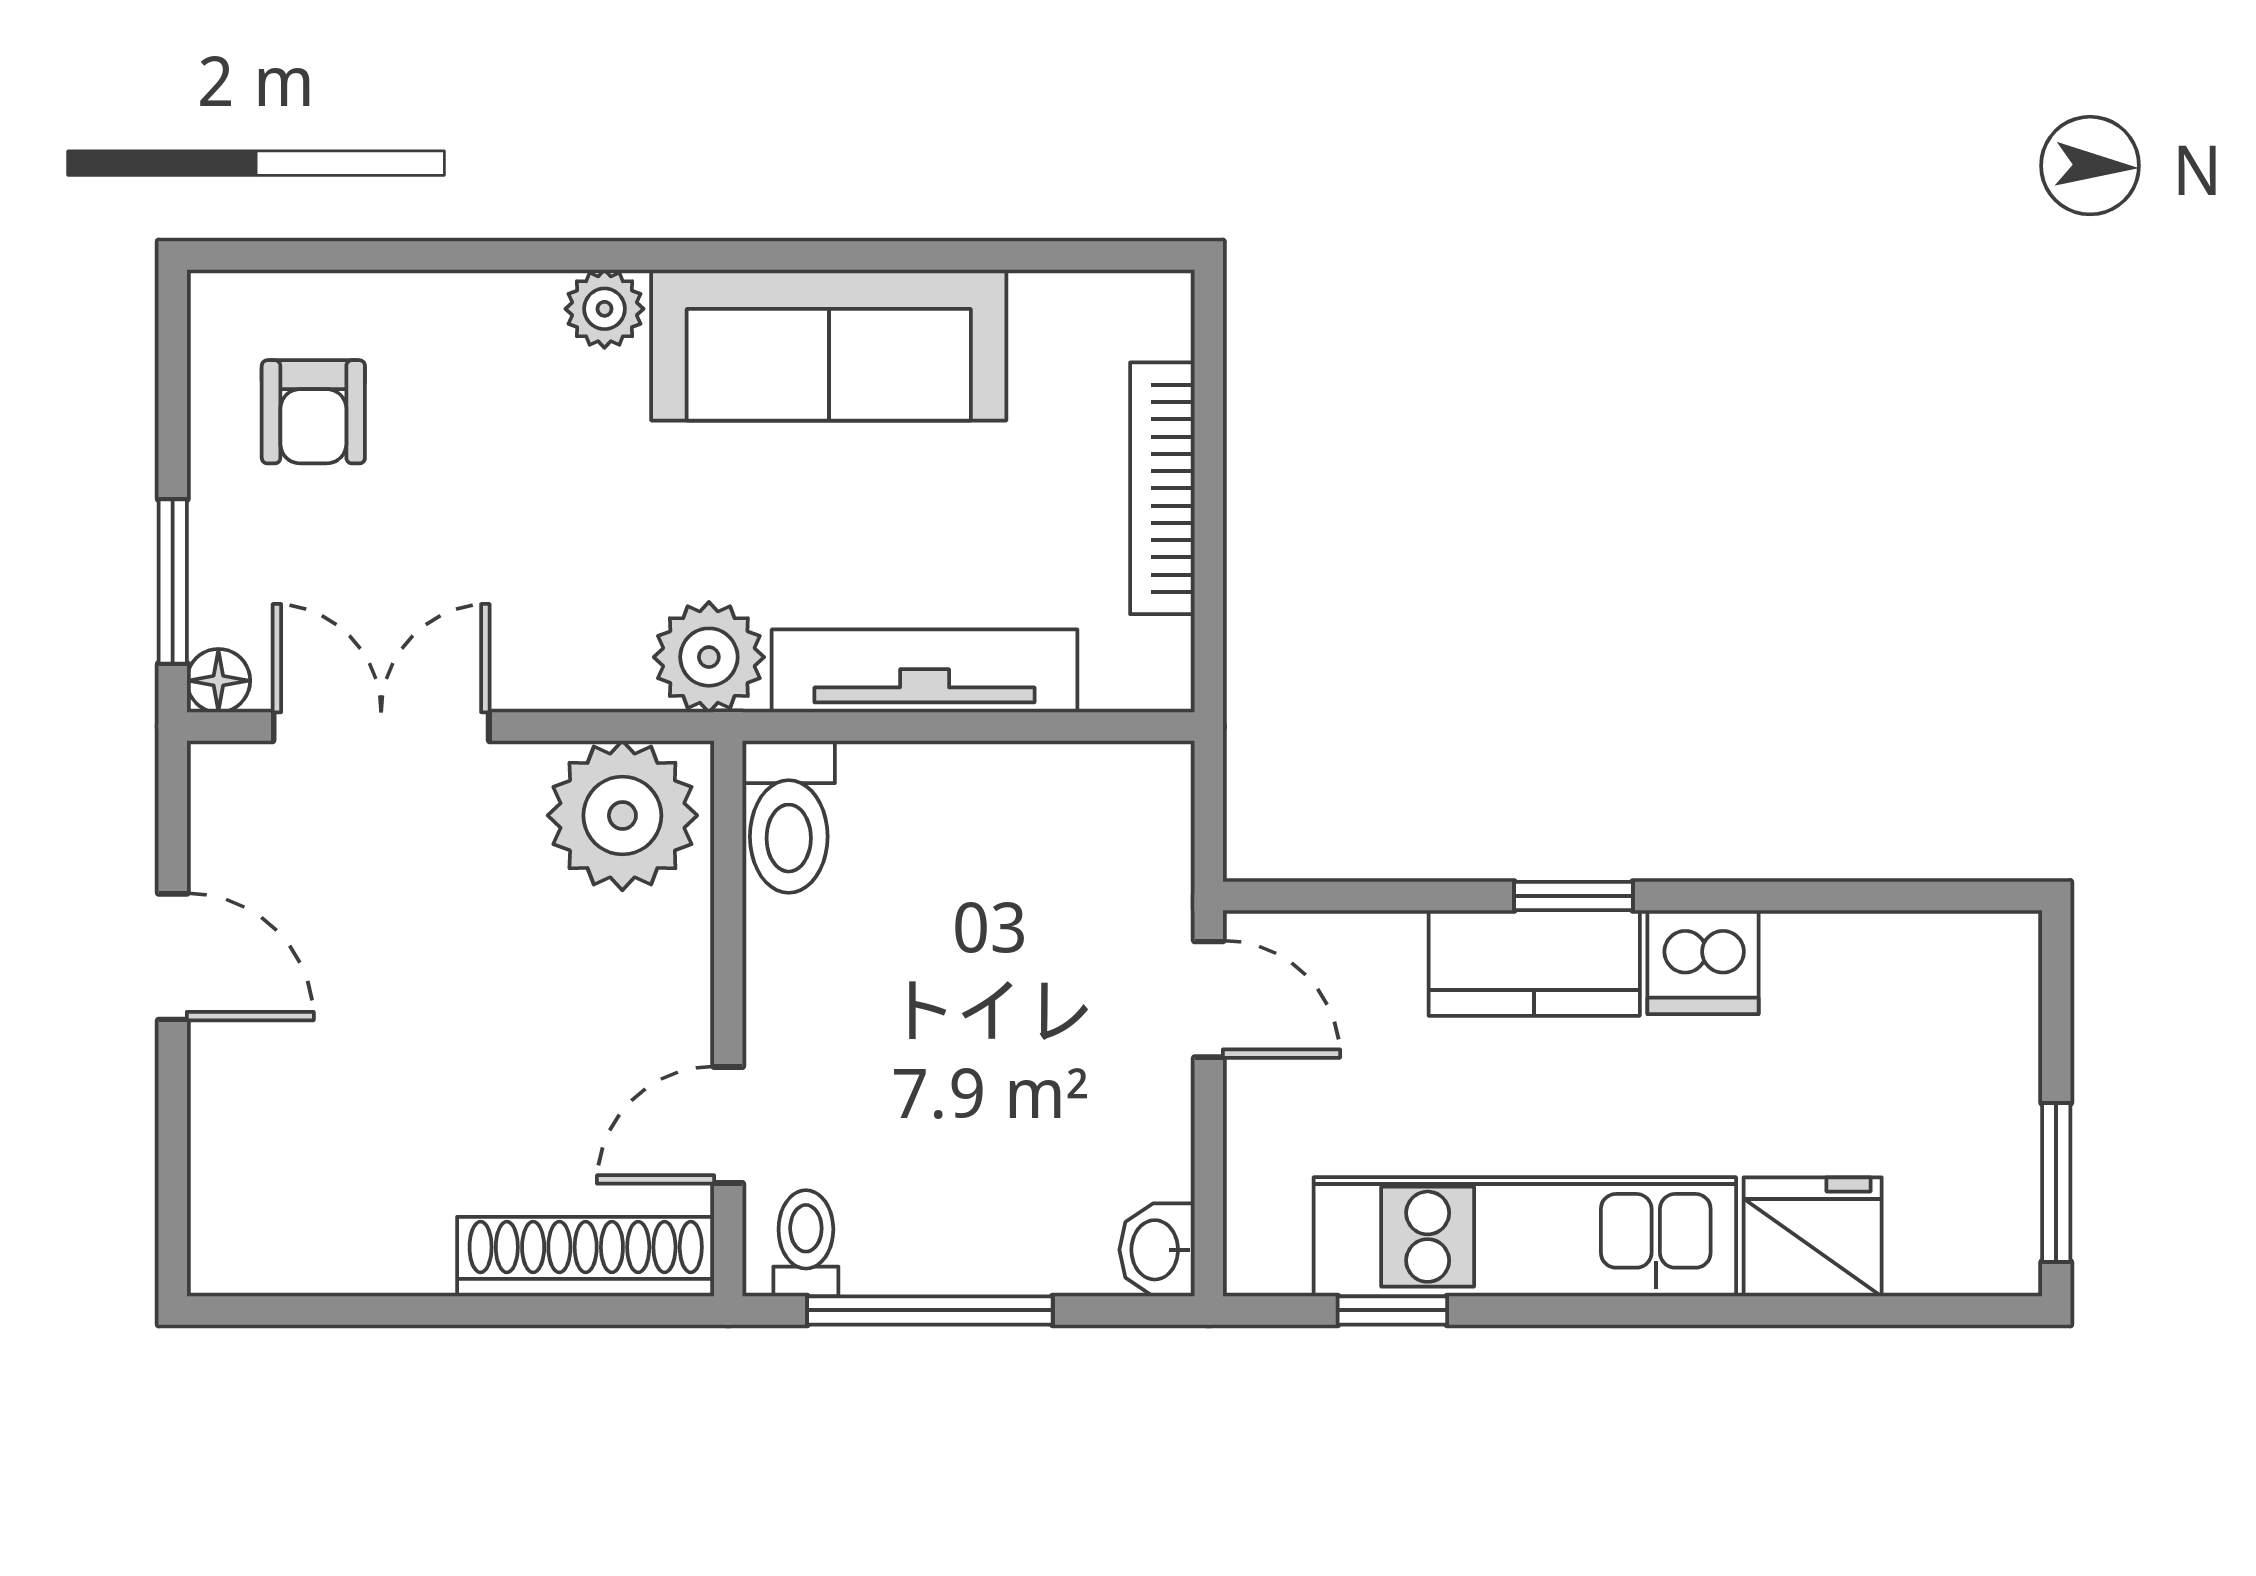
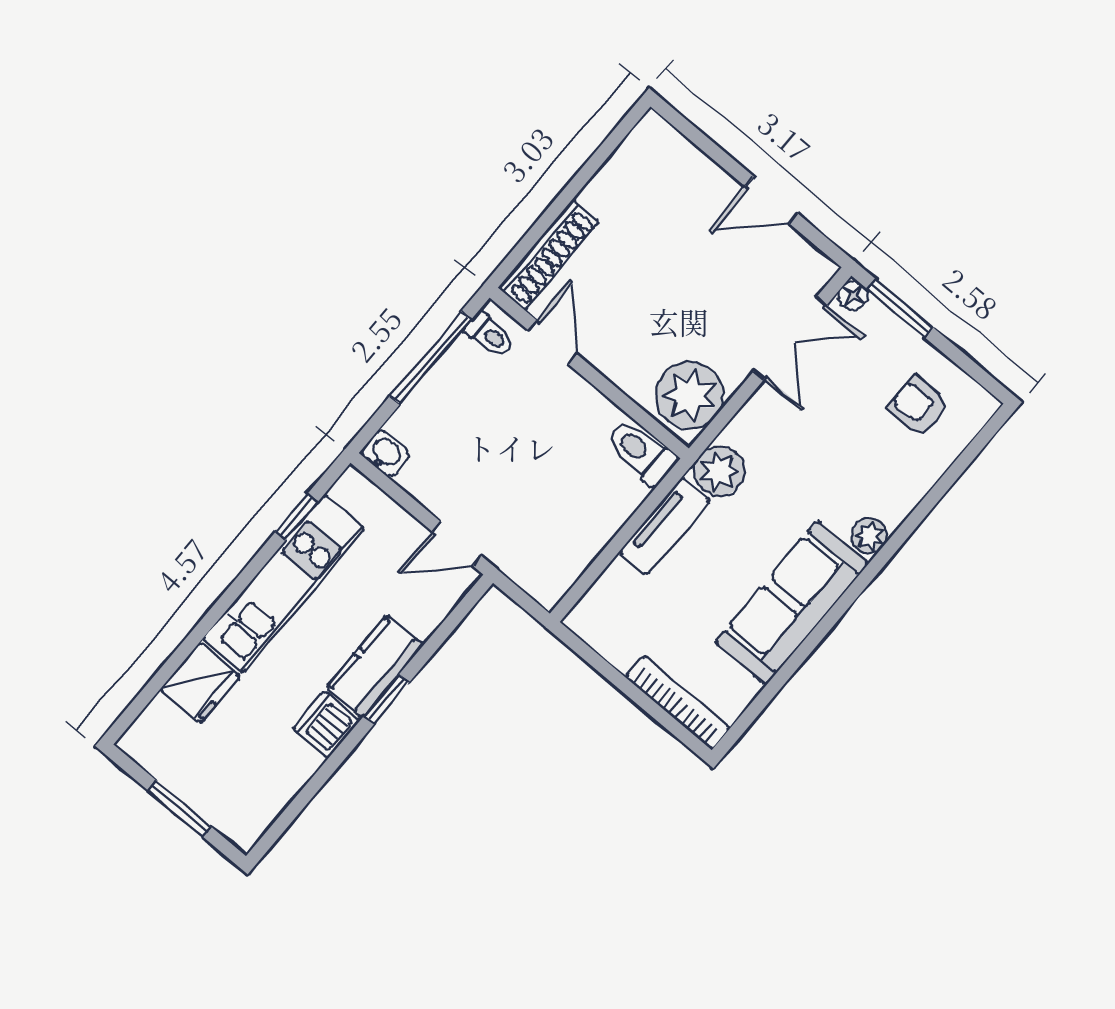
bookcase: (1162, 488) -> (678, 703), moved
tv unit: (925, 671) -> (665, 526), width x0.71
window: (2056, 1183) -> (180, 809), moved

